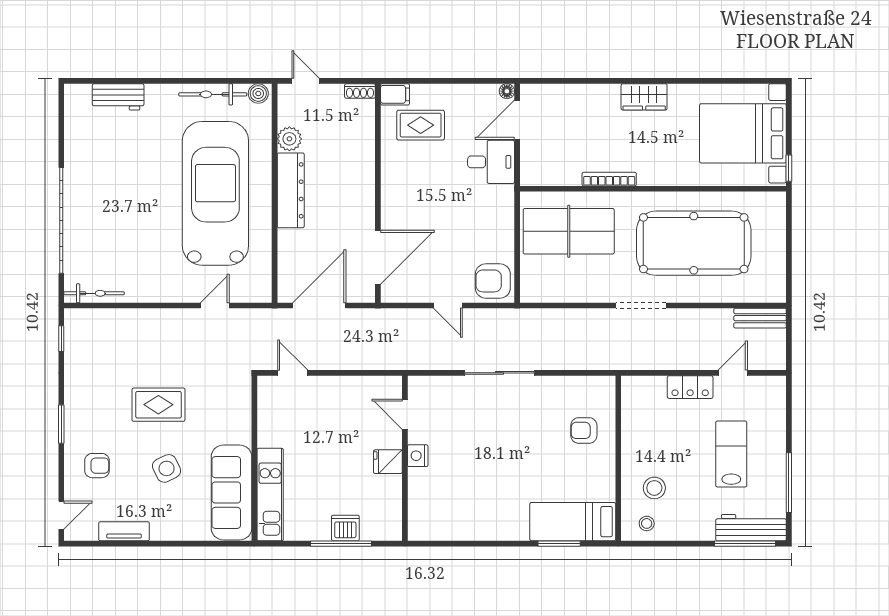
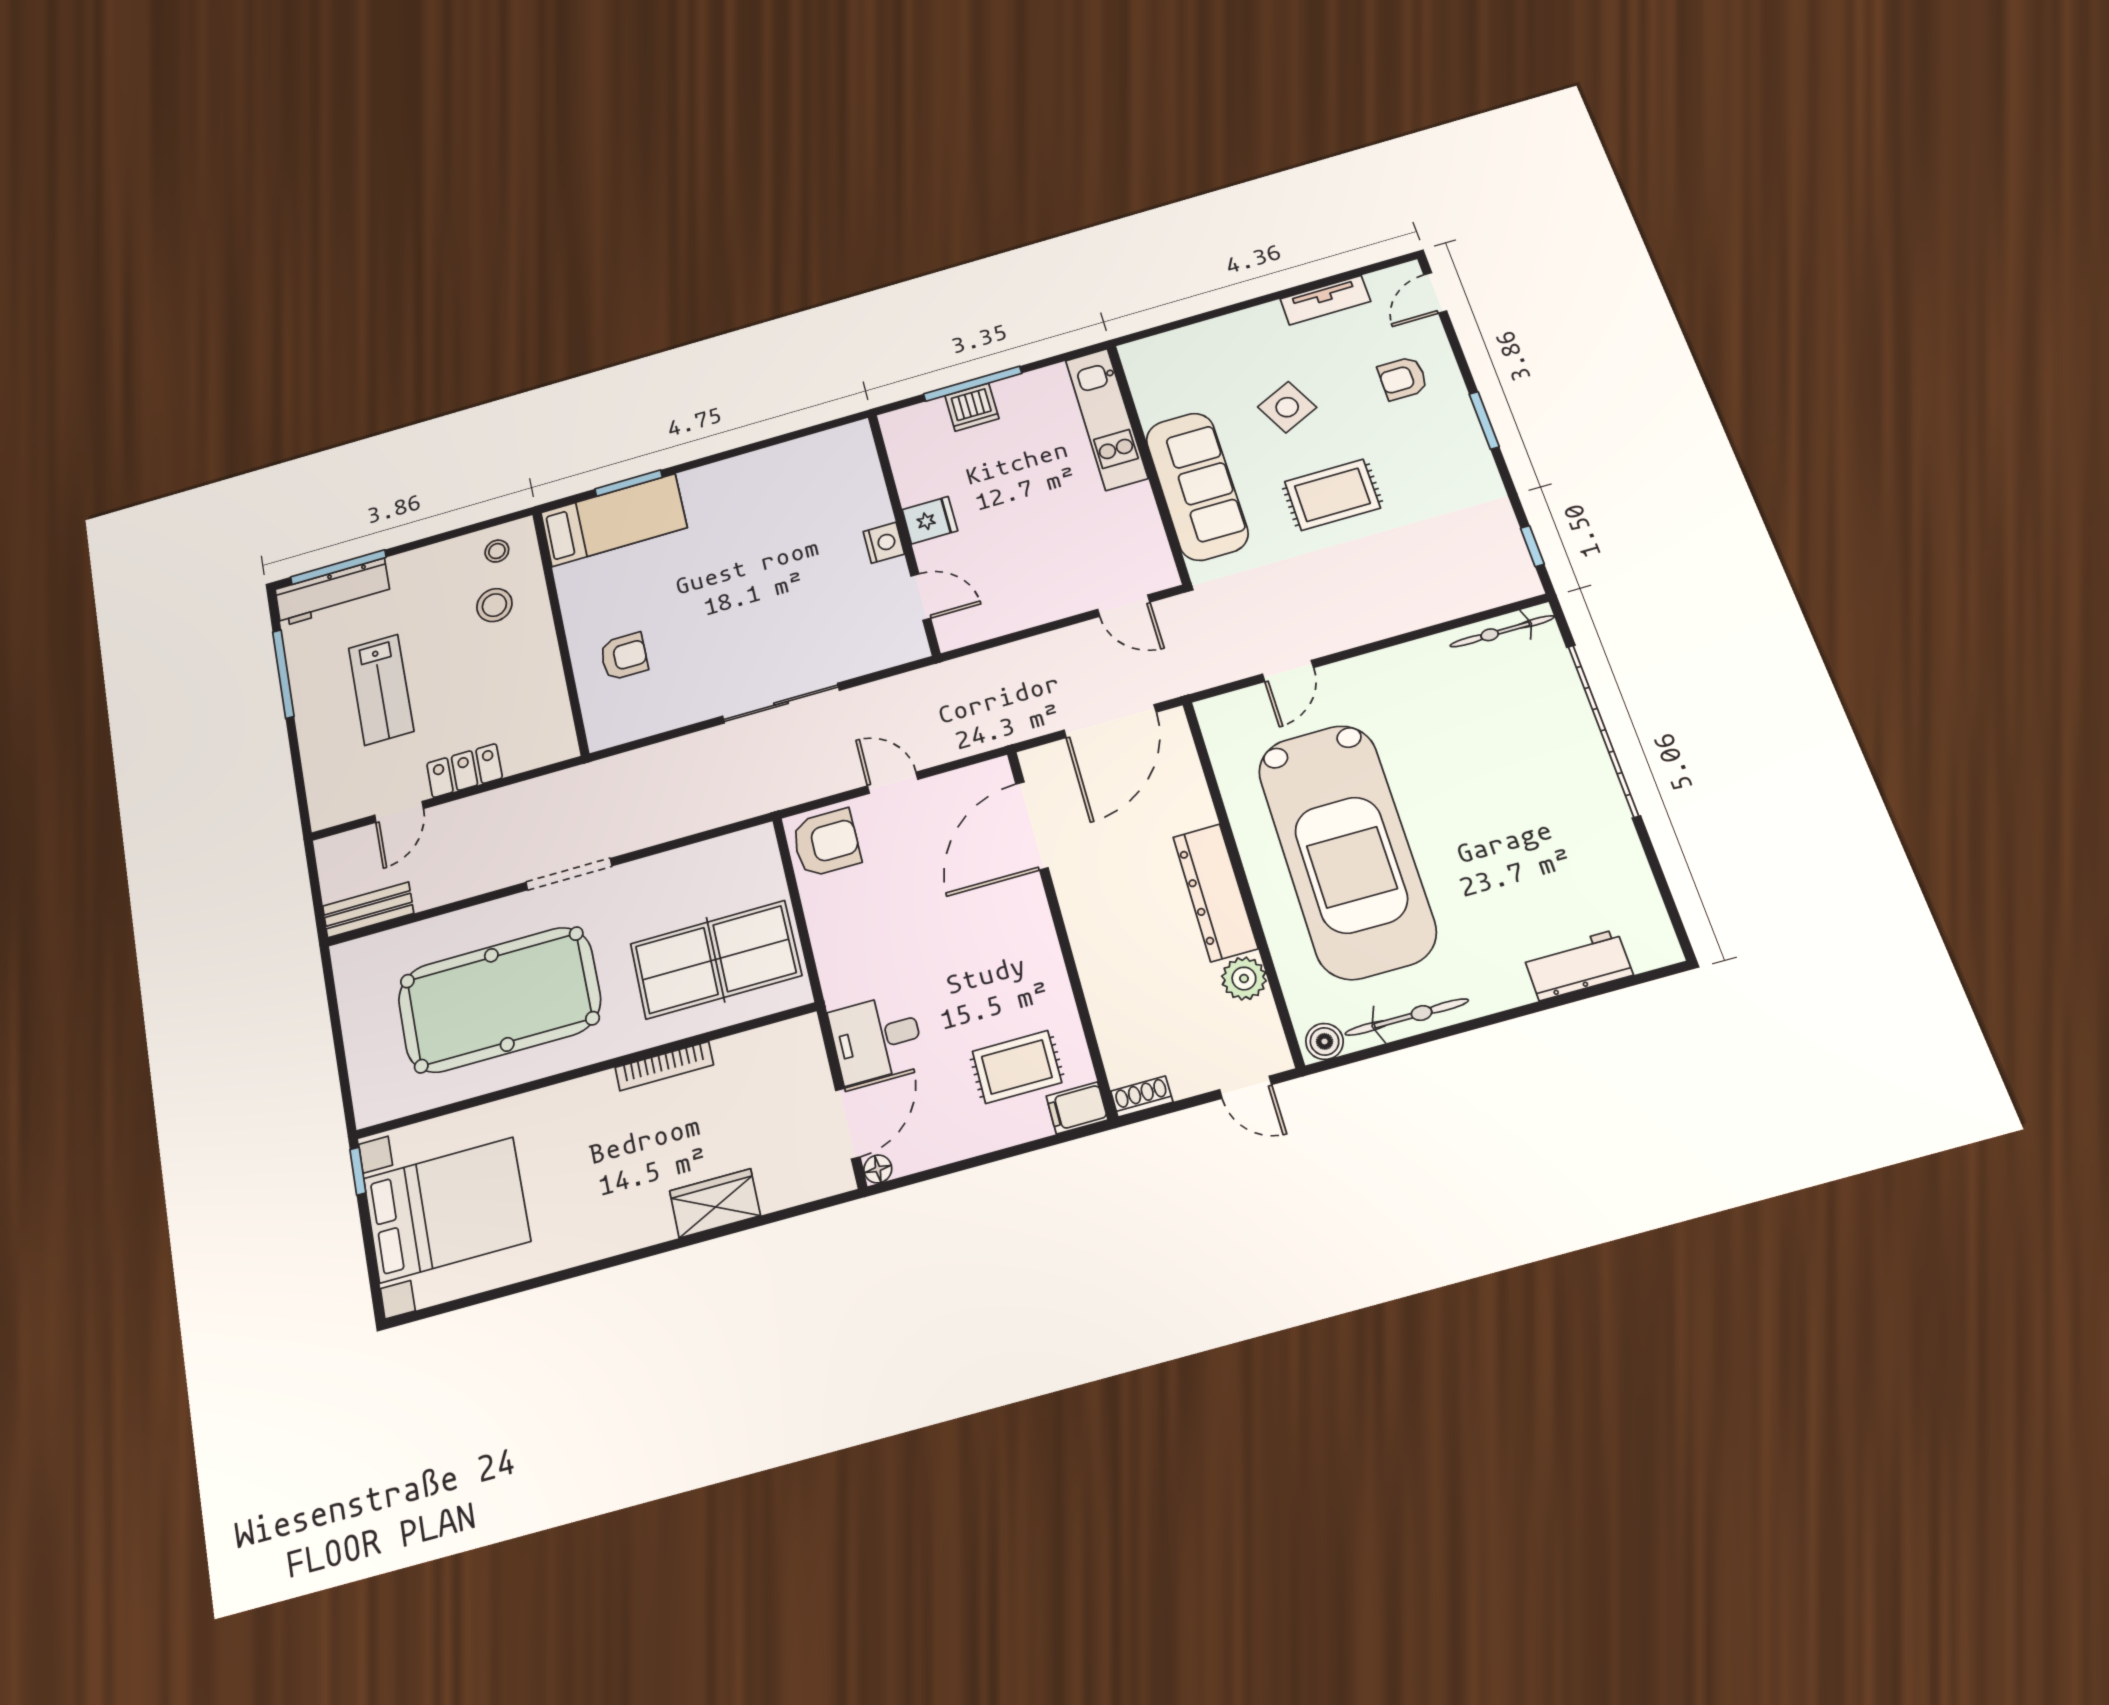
wardrobe: (644, 97) -> (715, 1203), moved
sofa: (231, 492) -> (1197, 486), moved

